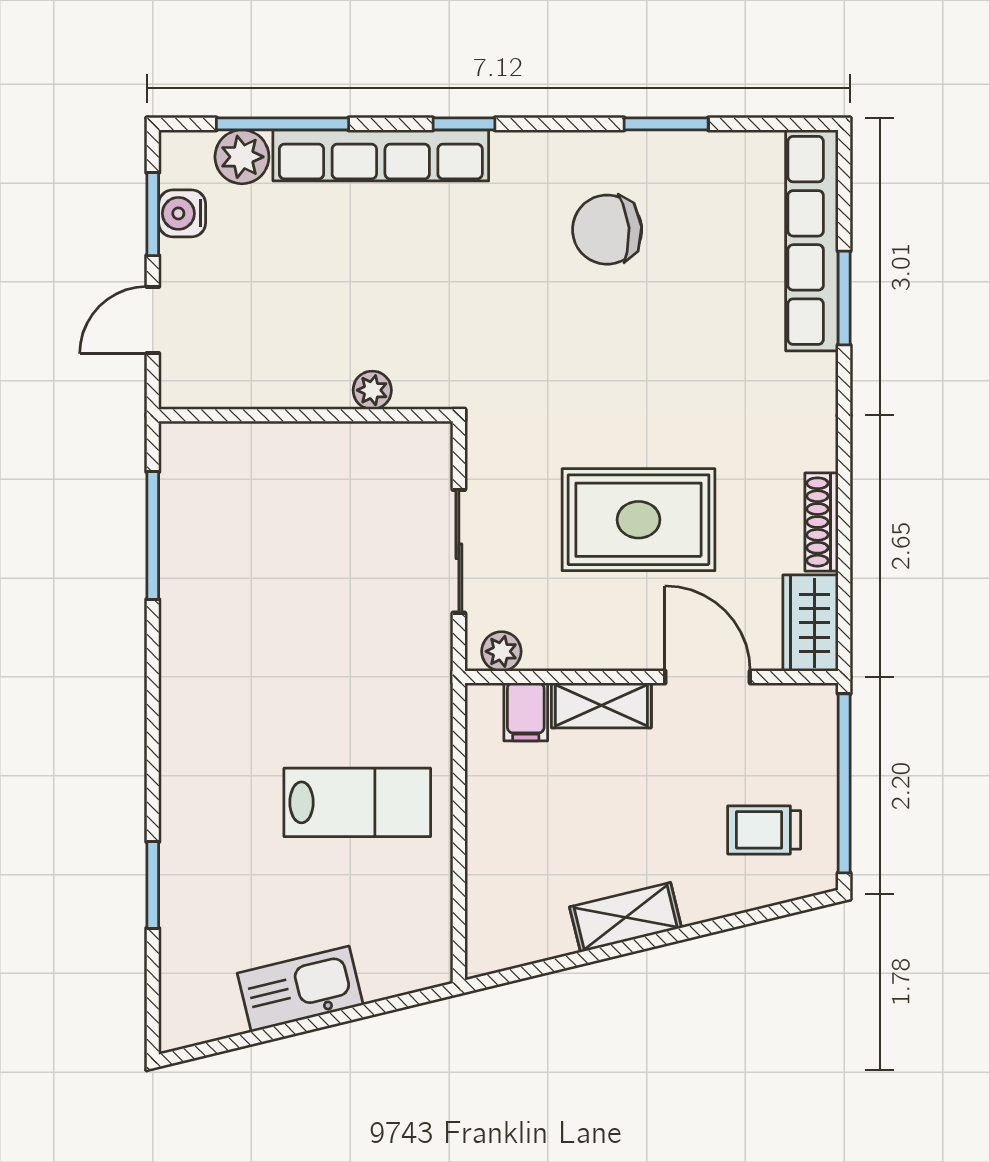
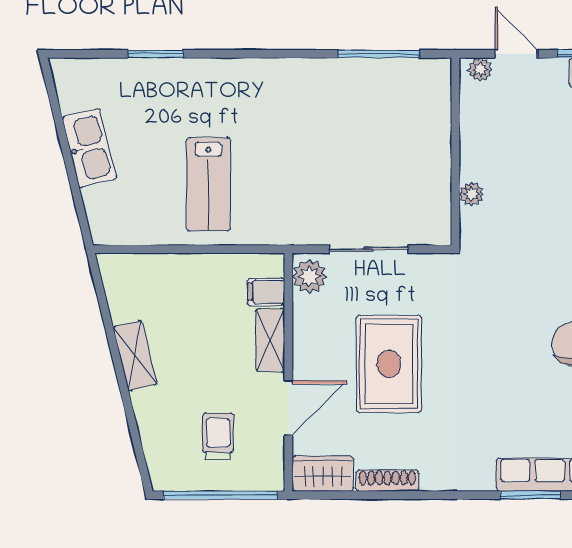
plant: (177, 377) -> (480, 70), added
plant: (501, 651) -> (309, 276), width x1.38, depth x1.38
trolley: (764, 830) -> (218, 436), moved

